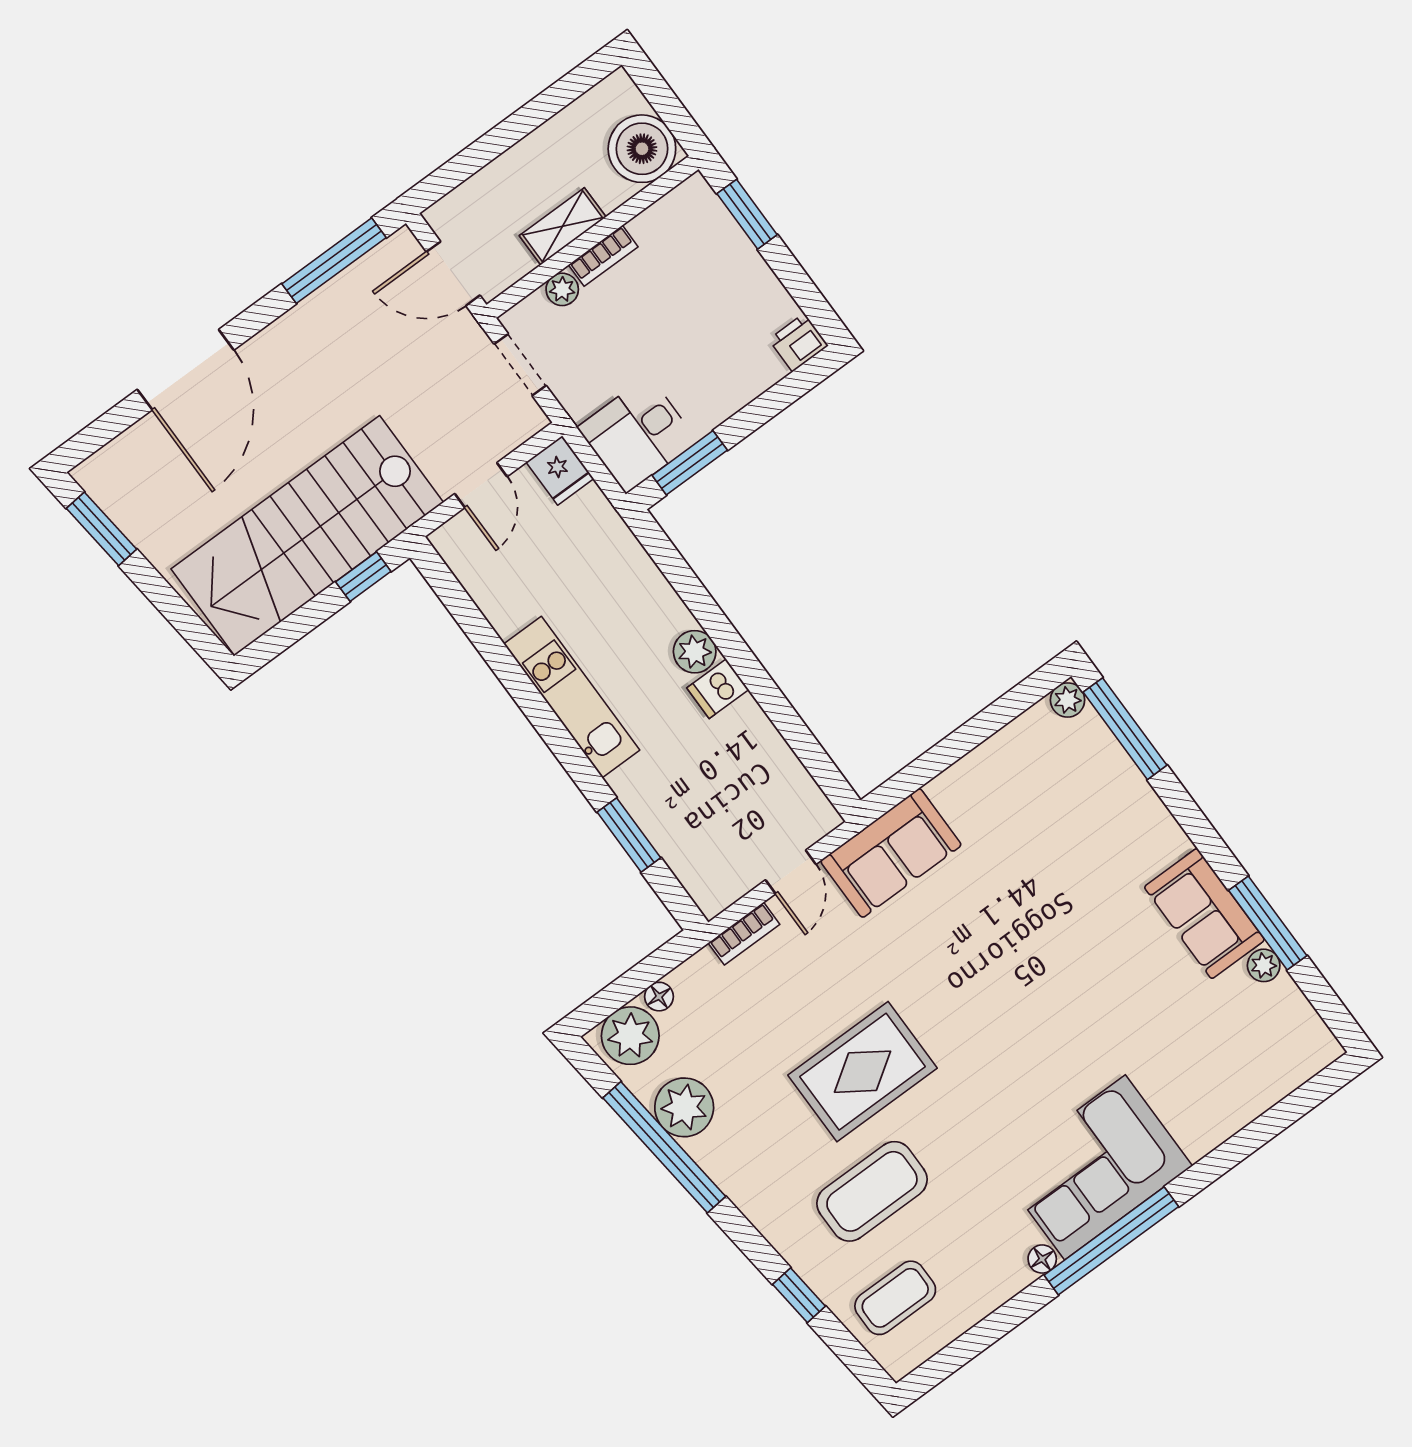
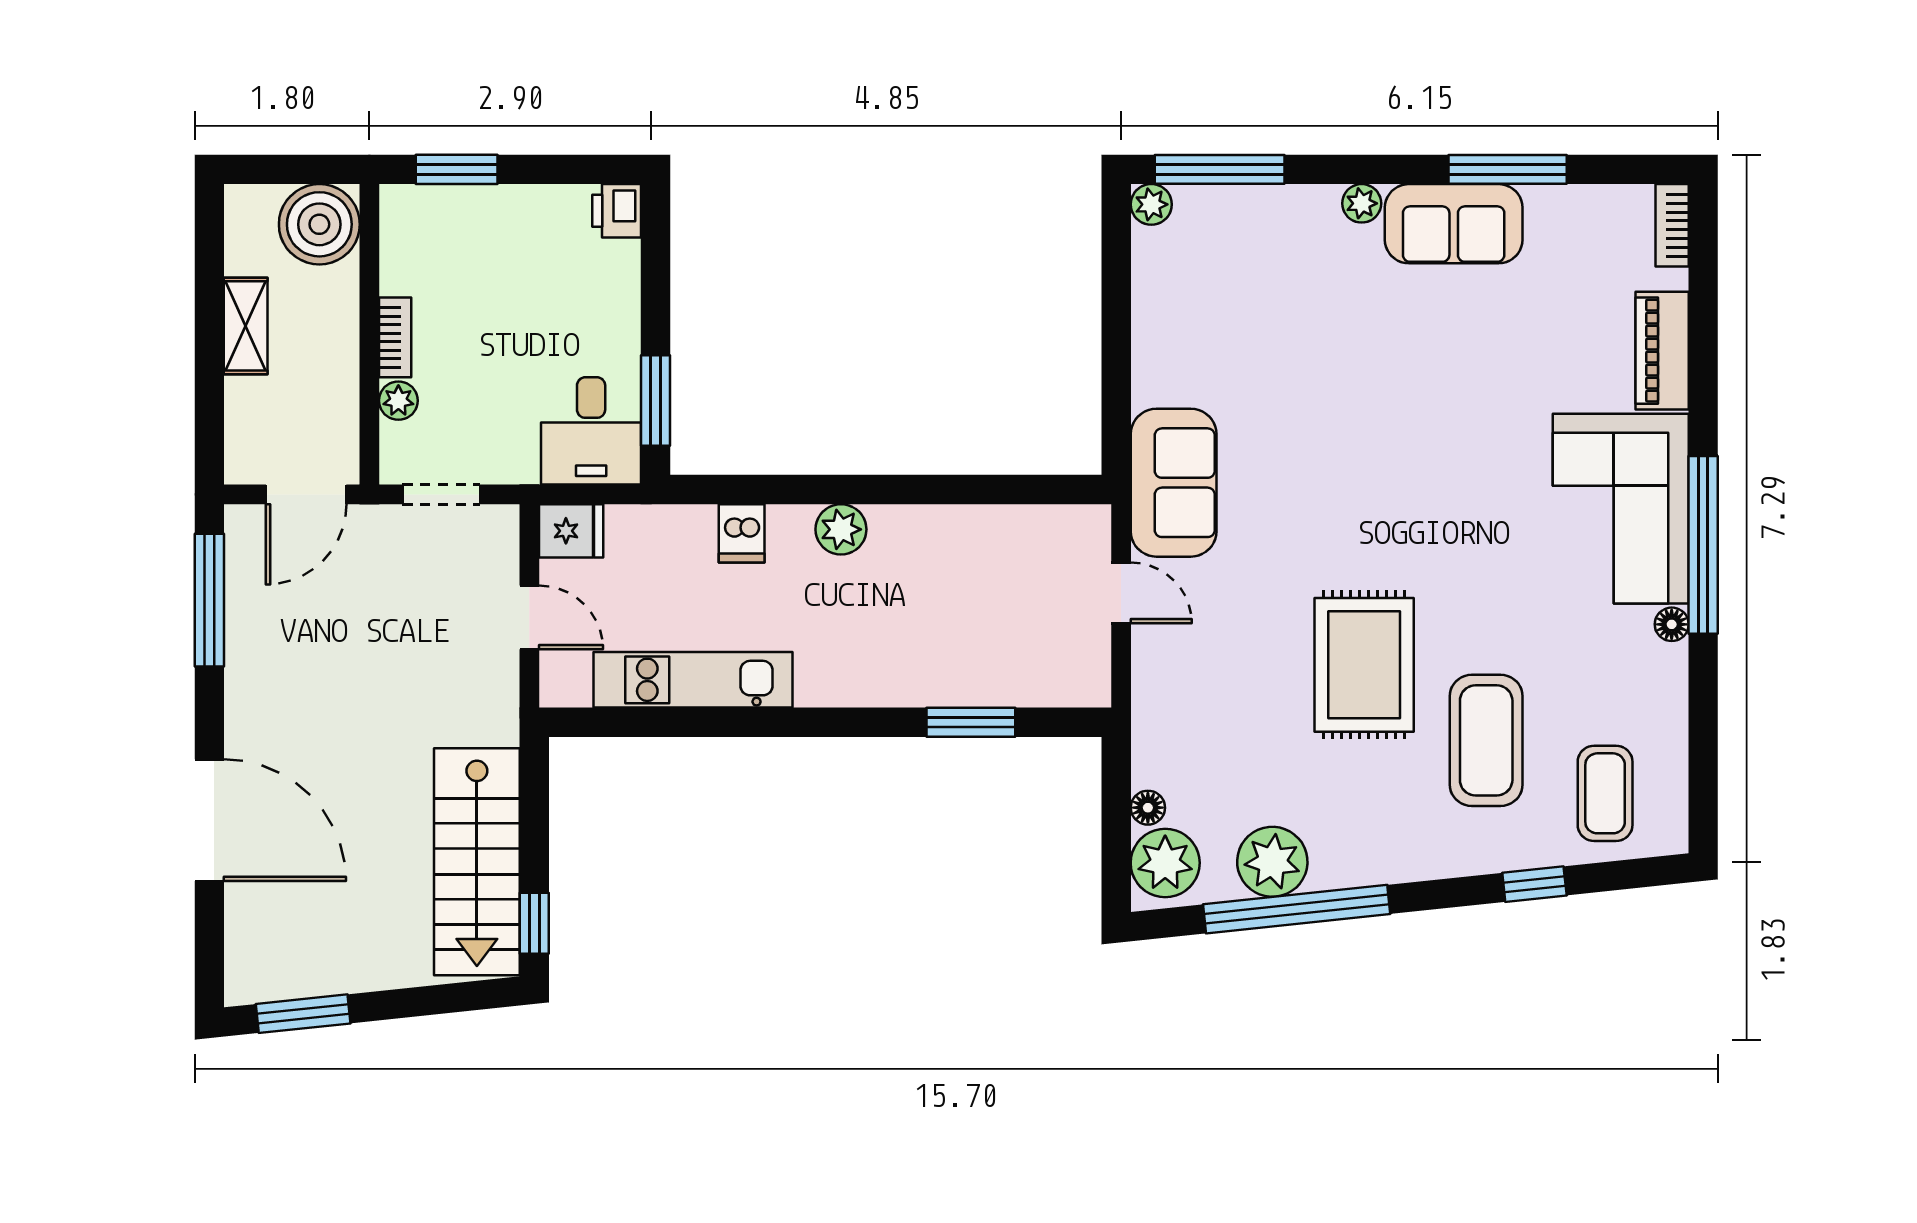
shelving: (563, 226) -> (246, 326), moved
stairs: (307, 536) -> (477, 862), width x0.73, depth x0.66
window: (363, 577) -> (534, 923), moved
dishwasher: (718, 689) -> (742, 533), moved
kitchen unit: (572, 697) -> (693, 680), moved
bookcase: (744, 934) -> (1672, 225), moved, turned 180
plant: (1264, 965) -> (1362, 203), moved
piano: (1222, 1117) -> (1662, 351), added

